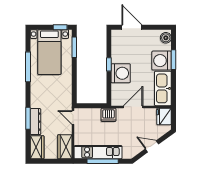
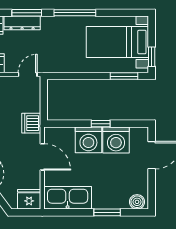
washing machine: (162, 61) -> (116, 140), moved, turned 180
window: (28, 67) -> (75, 13), moved

